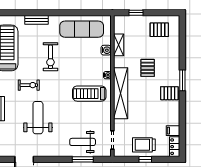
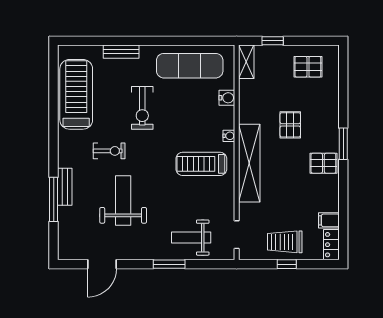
shelving: (119, 45) -> (246, 62), moved
window: (83, 159) -> (169, 264), moved

